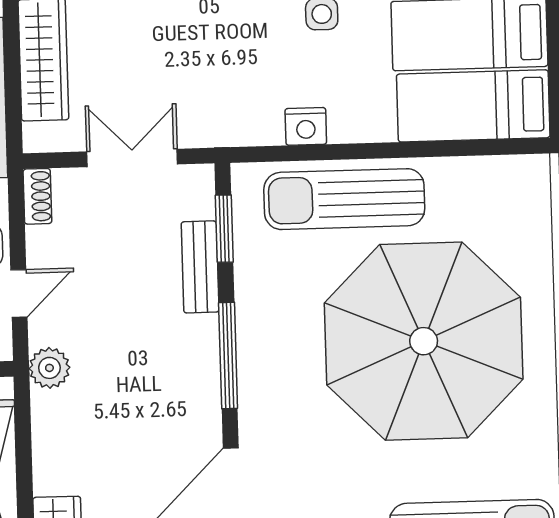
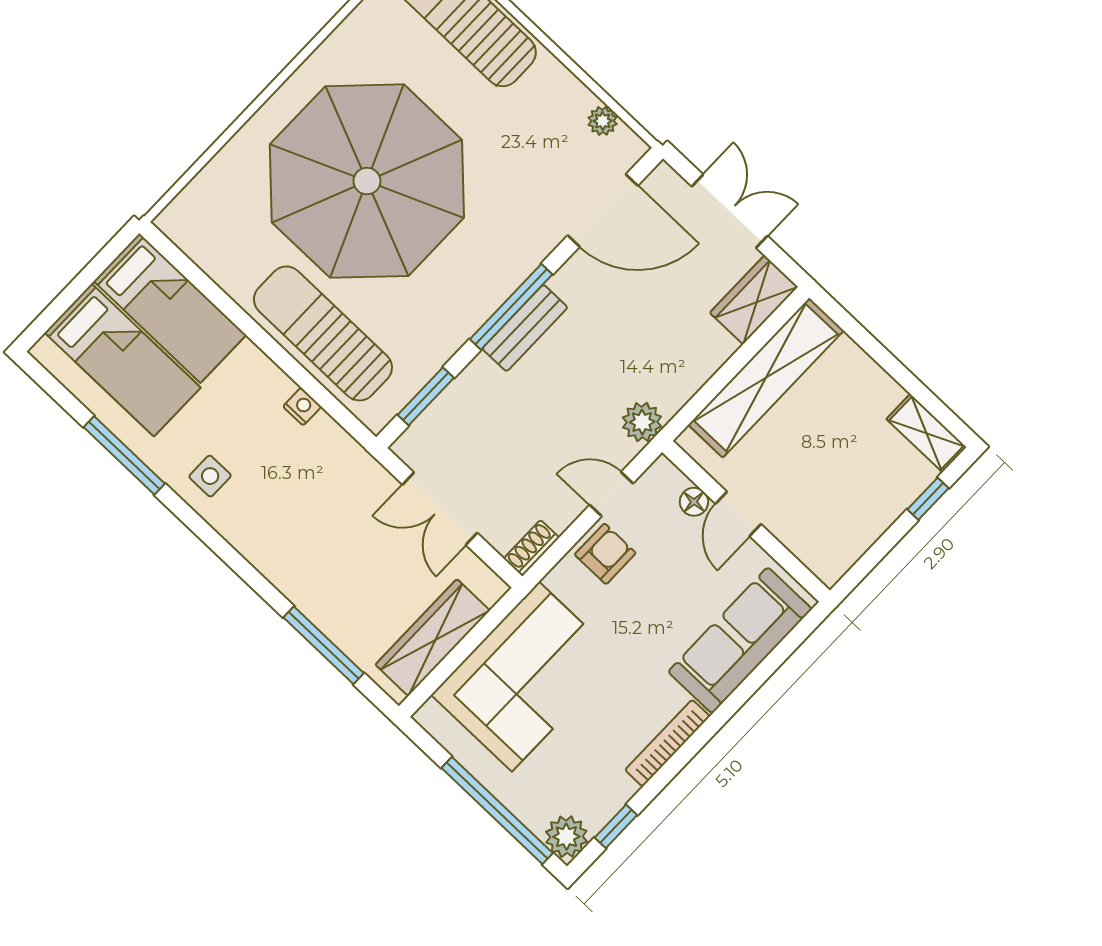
nightstand: (306, 126) -> (302, 407), width x0.72, depth x0.74
sun lounger: (344, 199) -> (323, 333), turned 180
bench: (200, 267) -> (525, 328), moved

